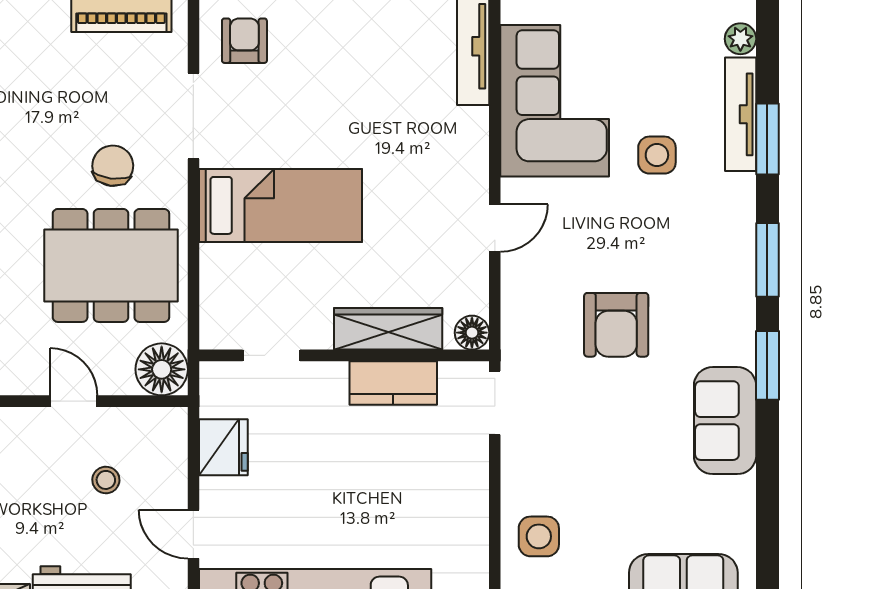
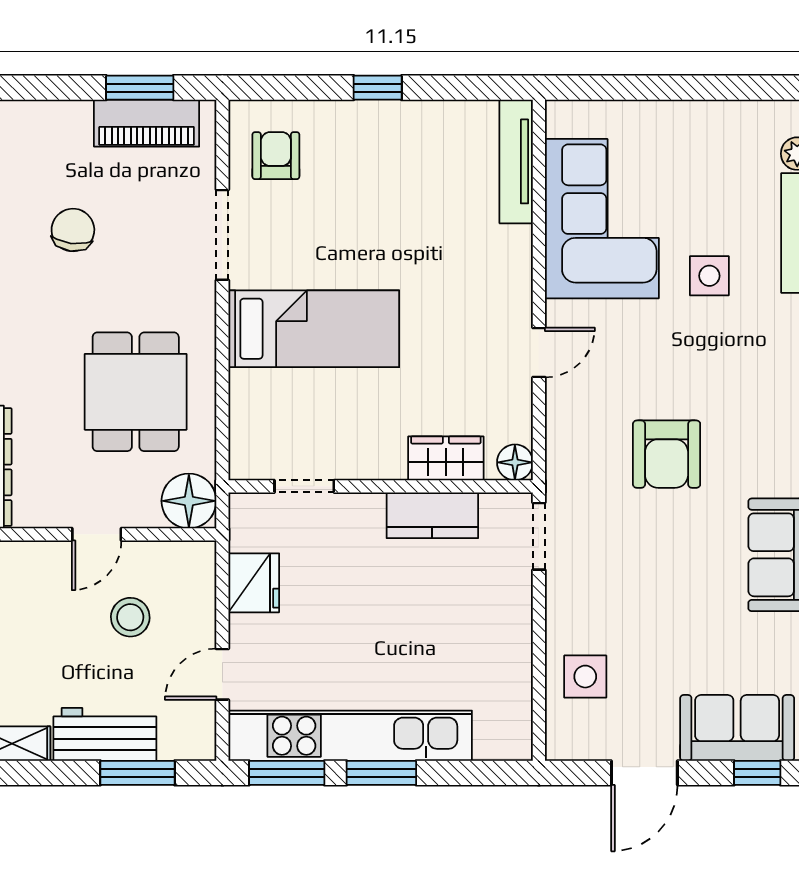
chair: (113, 166) -> (73, 230), moved
dining table: (111, 265) -> (136, 392), width x0.73
wardrobe: (388, 329) -> (446, 458), width x0.67
door: (74, 401) -> (97, 534), swing flipped
stool: (106, 480) -> (130, 617), width x1.37, depth x1.37
door: (193, 534) -> (222, 674), hinge flipped

